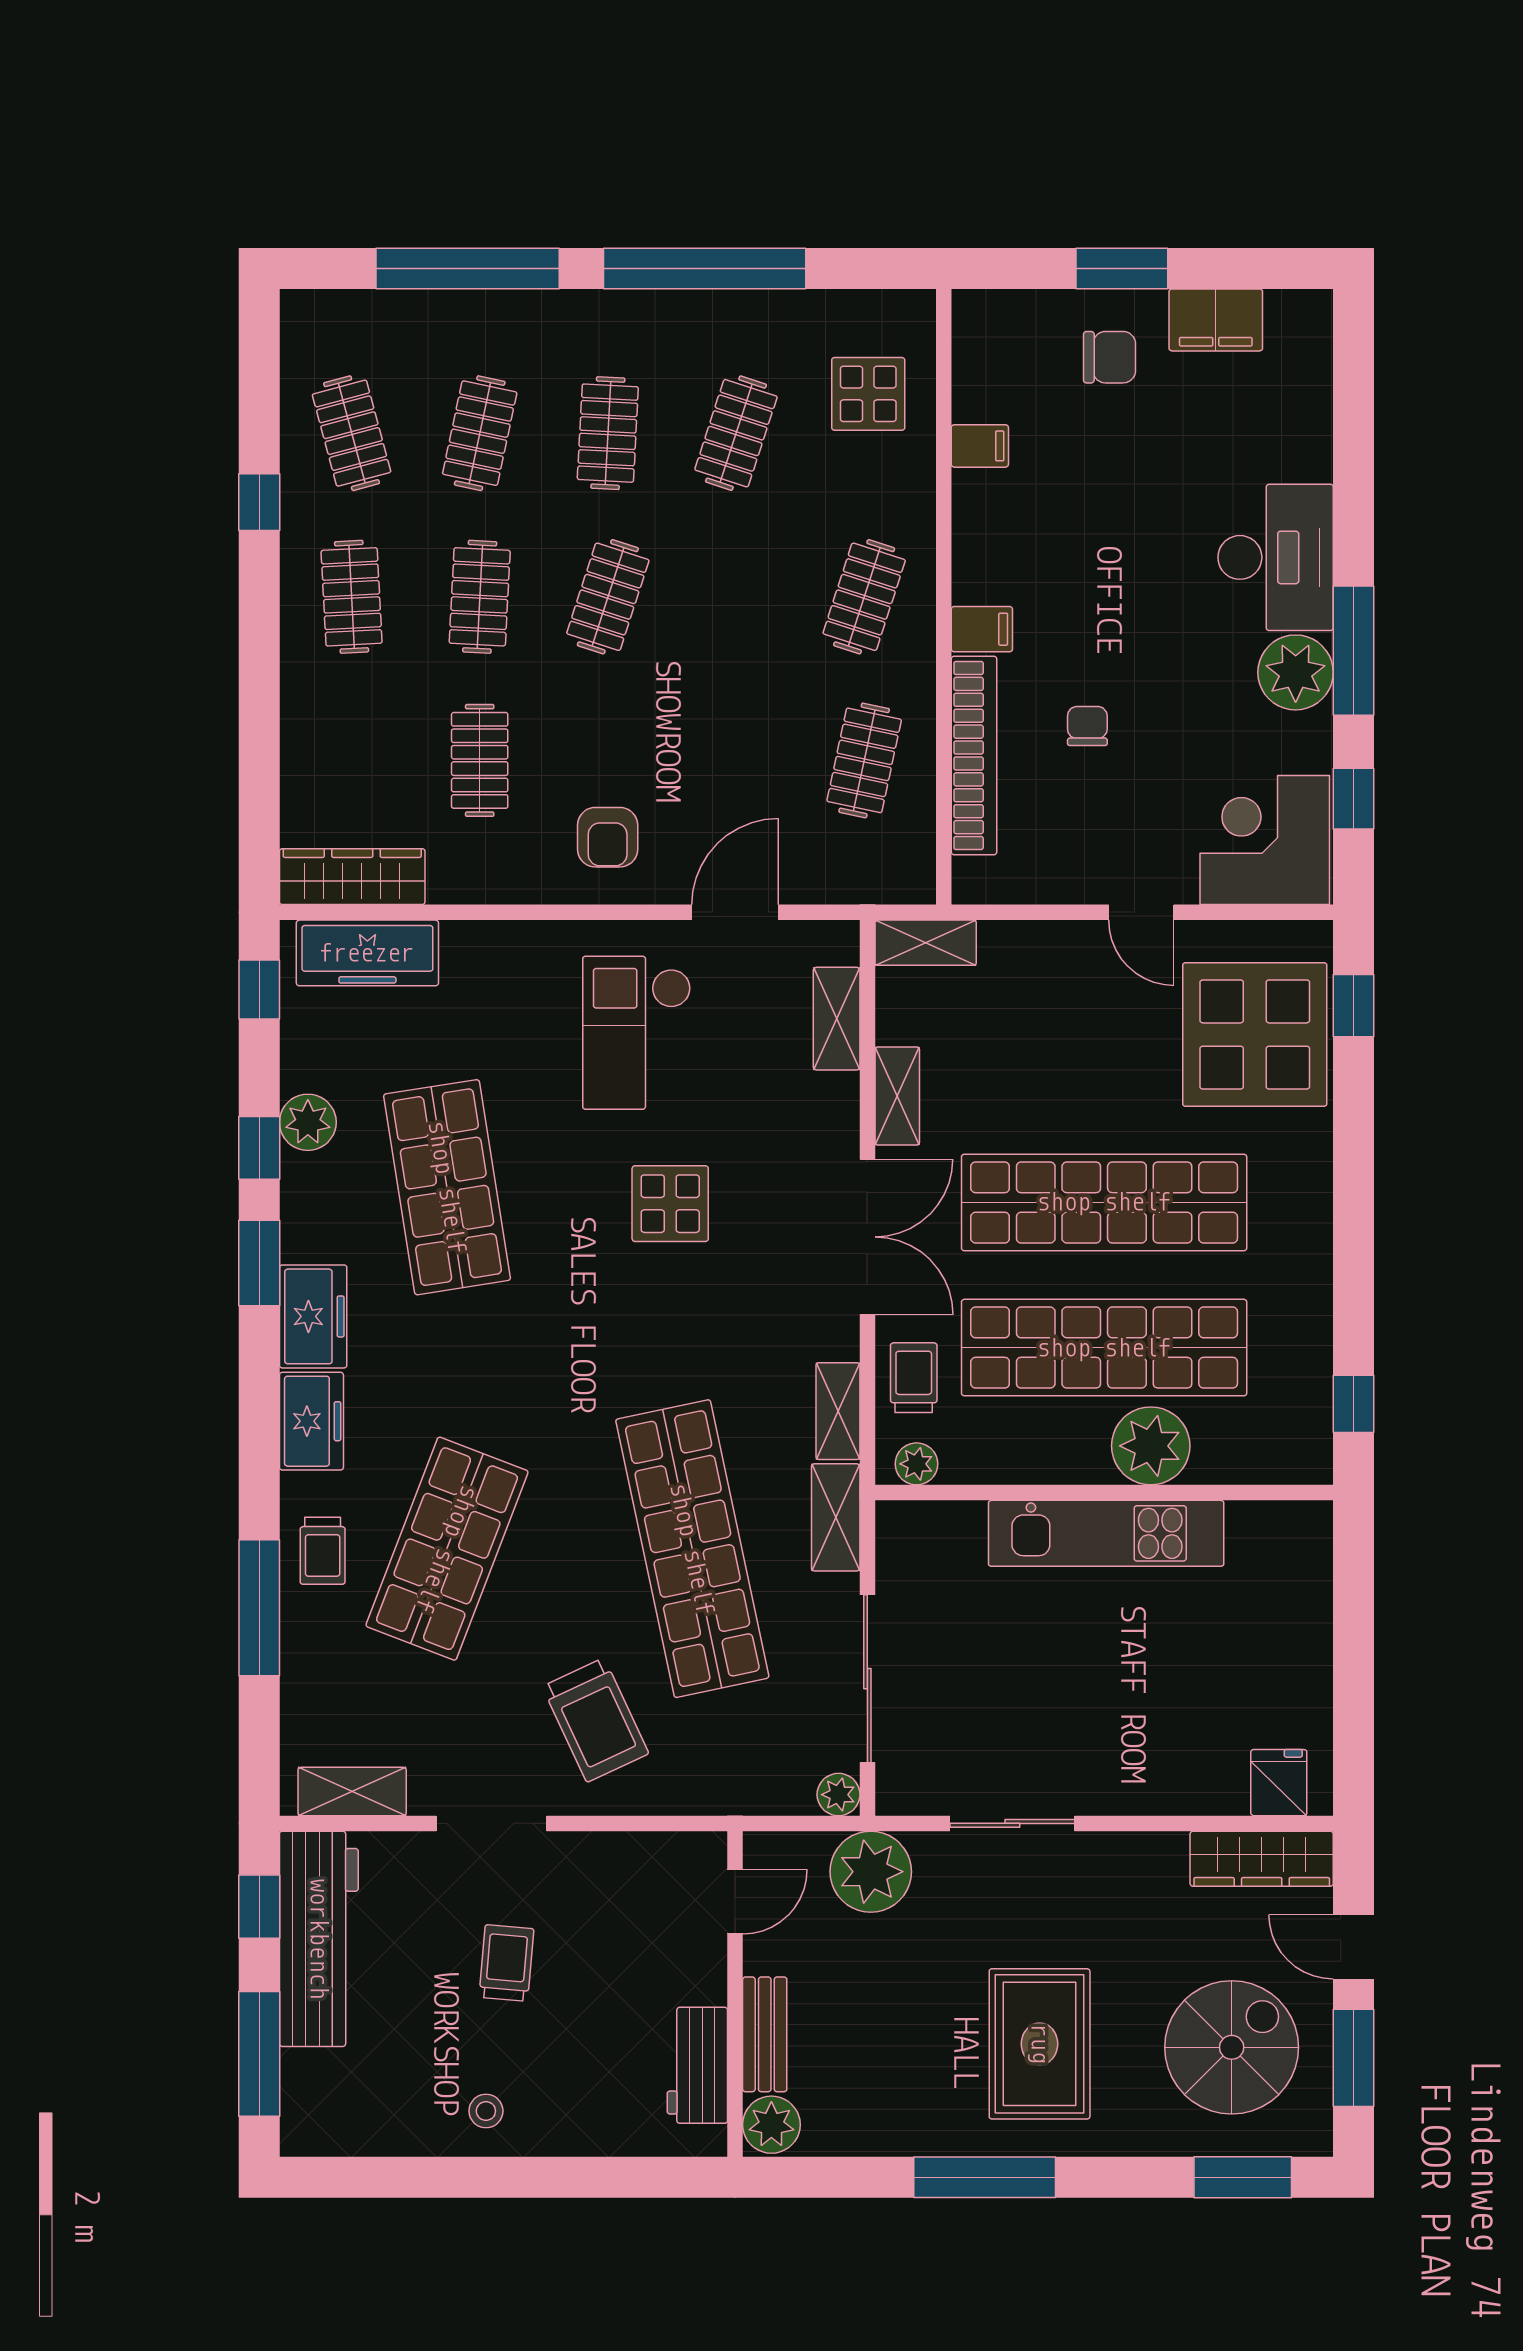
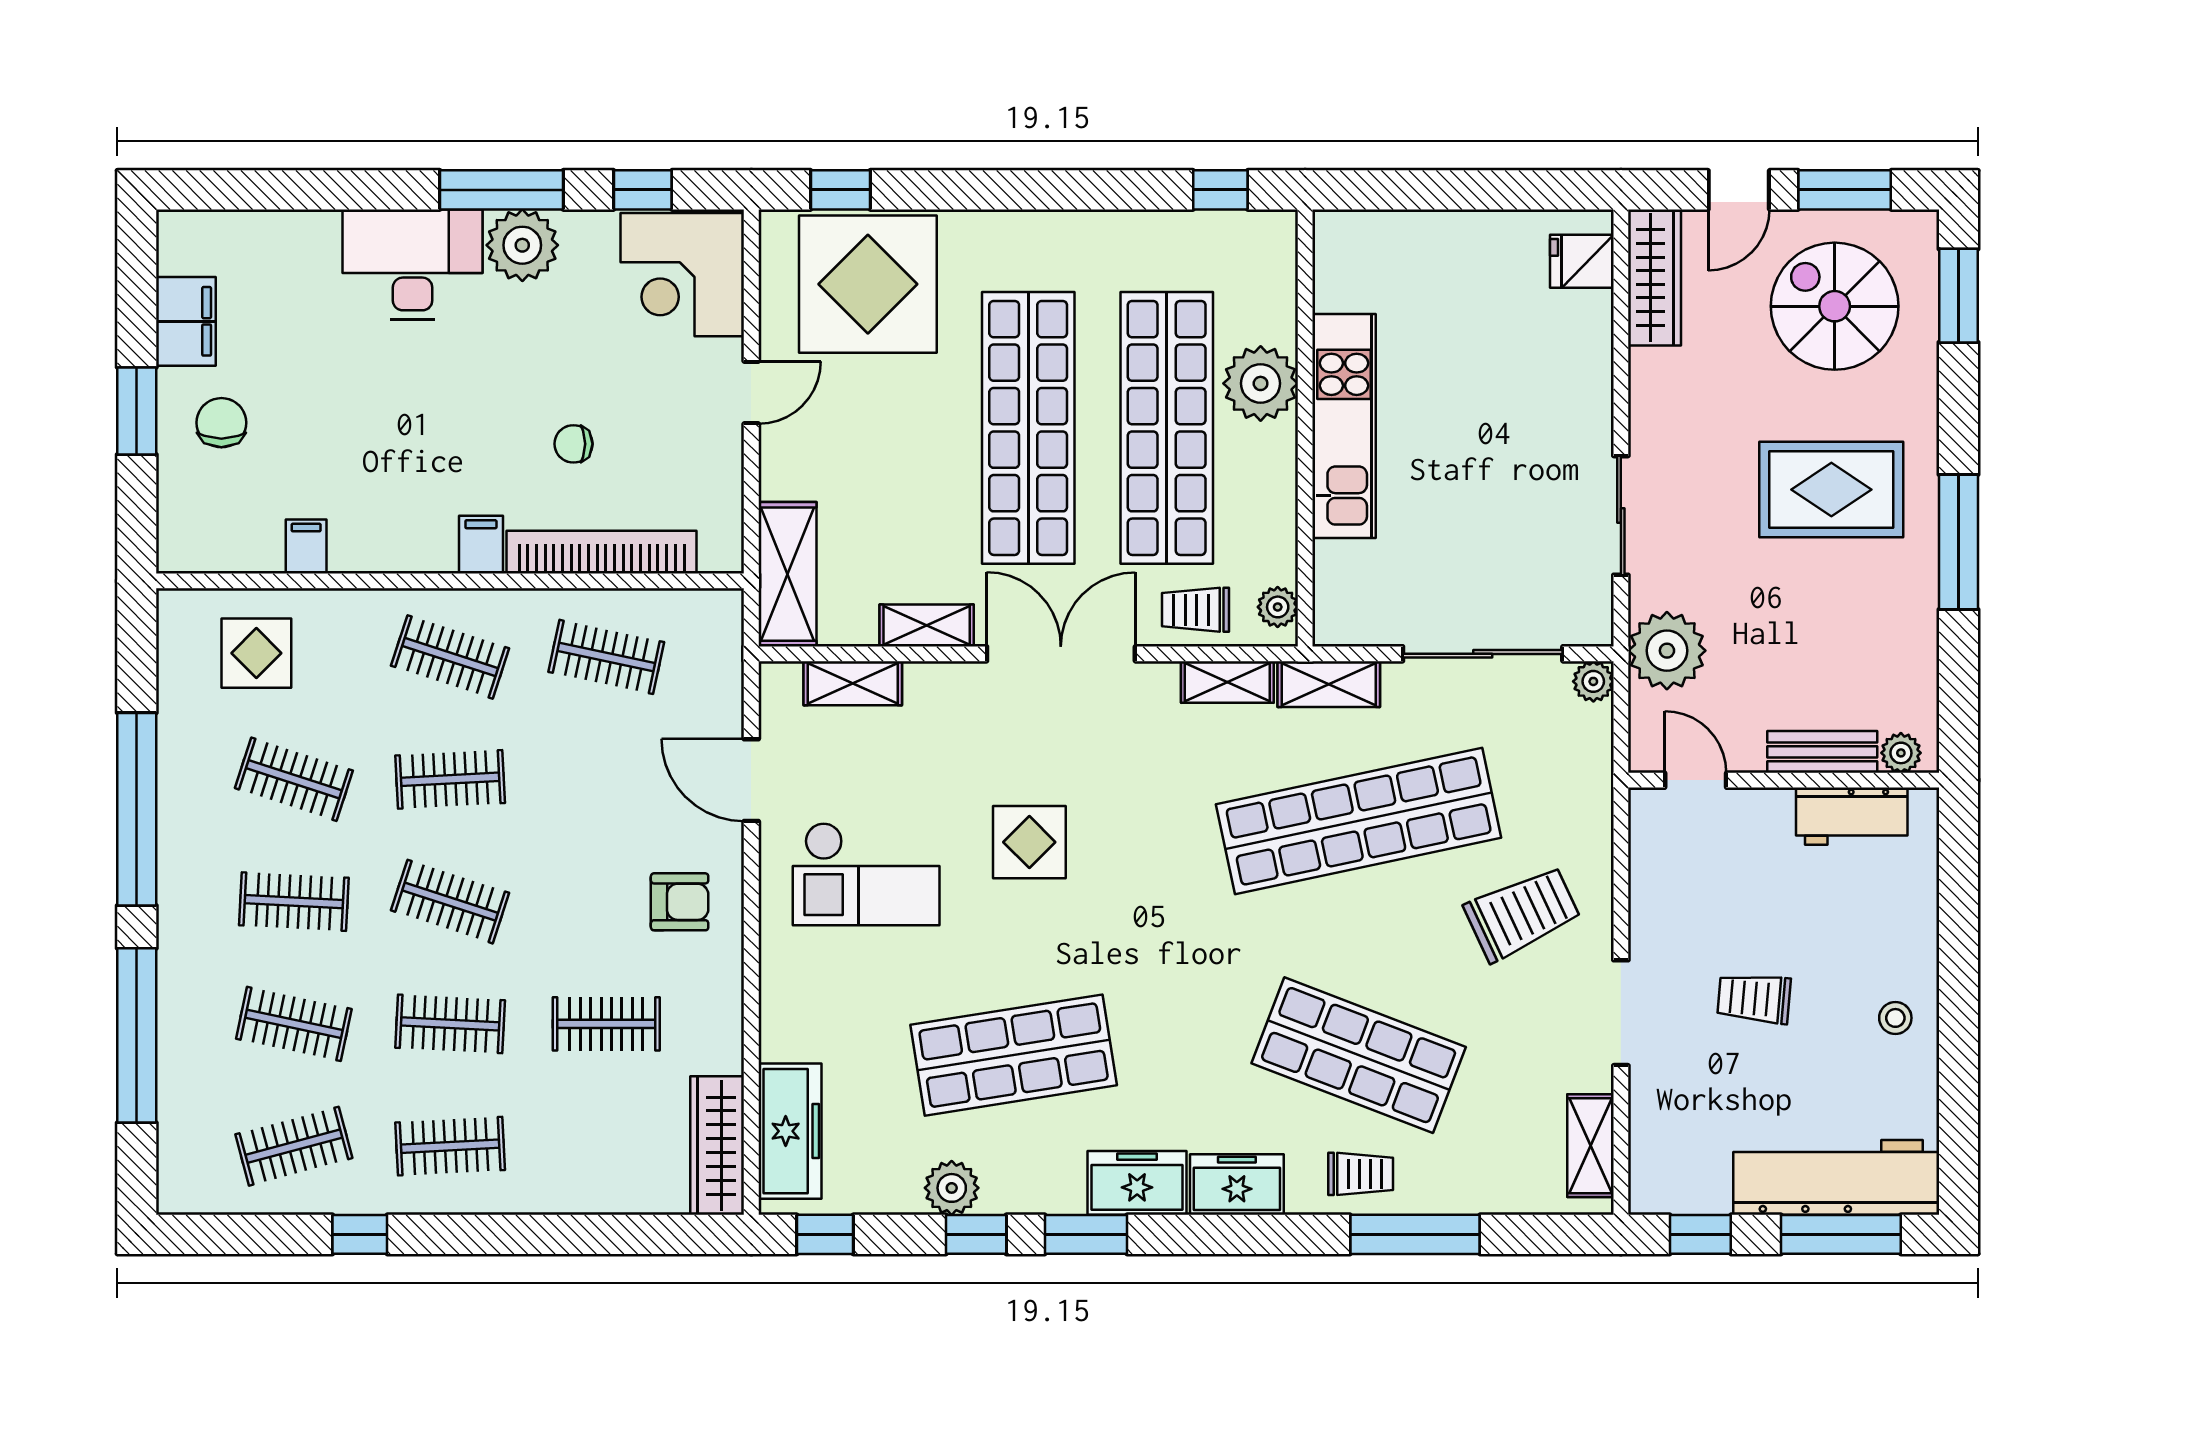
clothes rail: (736, 597) -> (450, 779), added
shelving: (926, 943) -> (788, 574), width x1.50, depth x1.33
workbench: (319, 1939) -> (1836, 1177), moved
plant: (771, 2125) -> (1901, 753), width x0.73, depth x0.73

